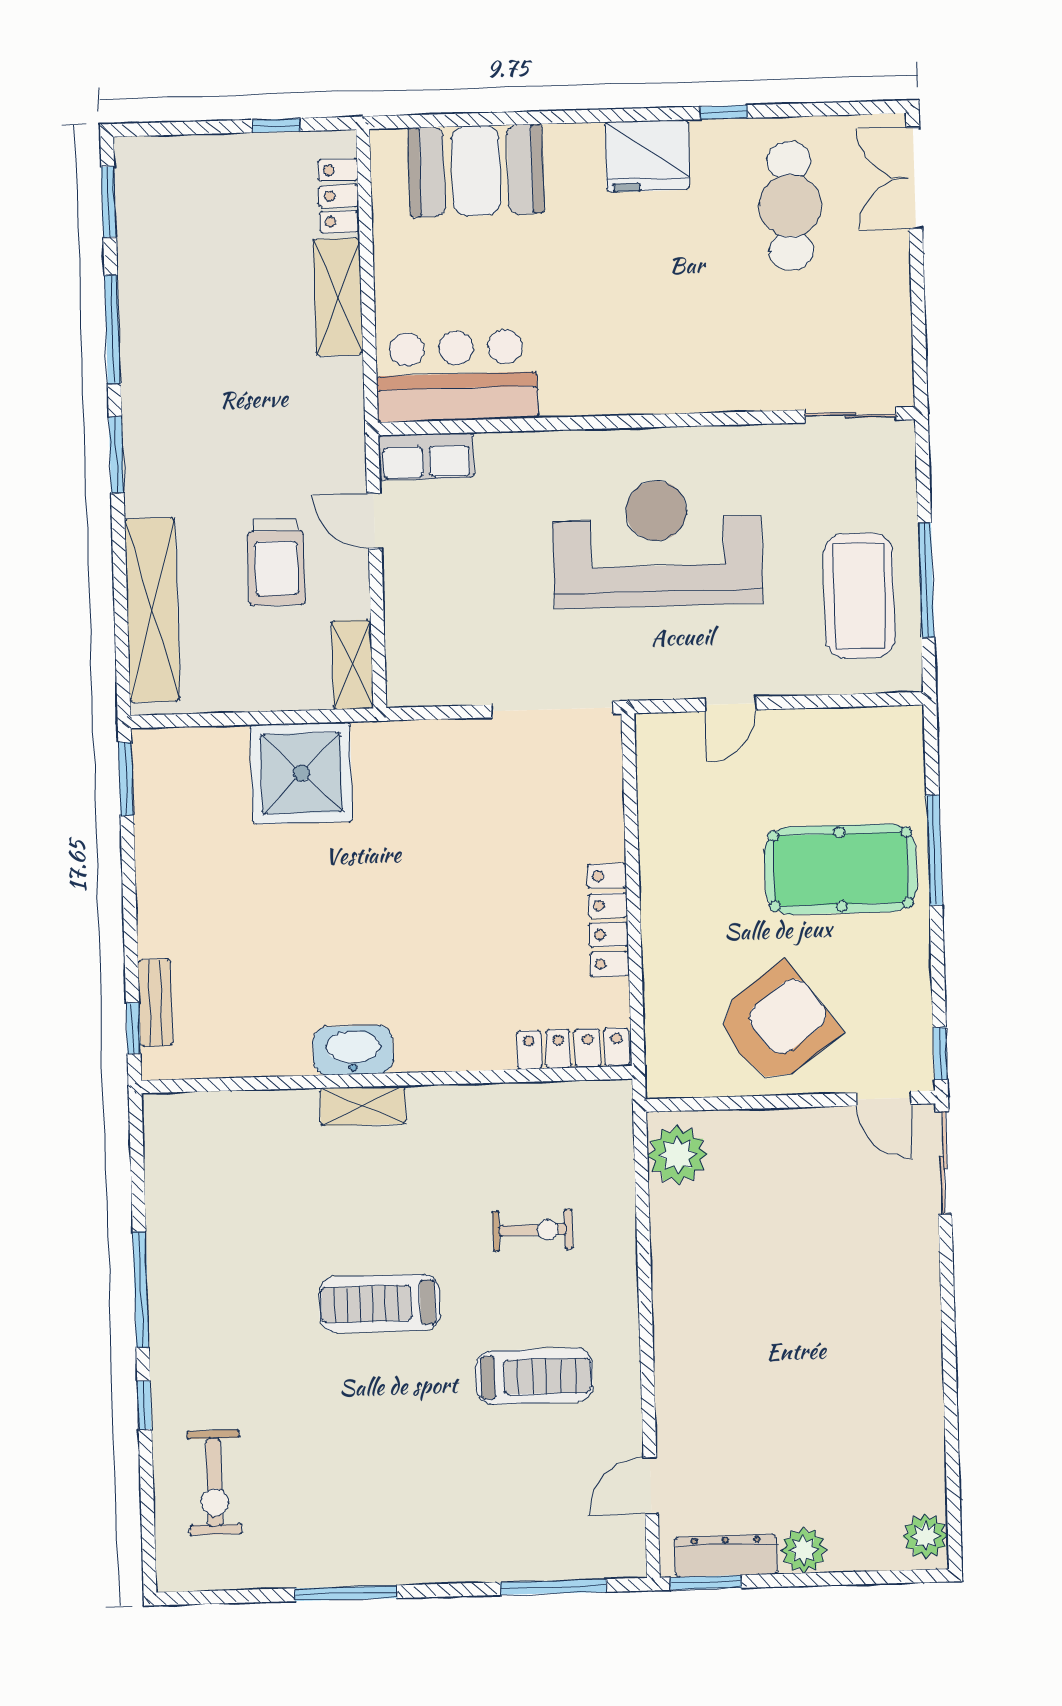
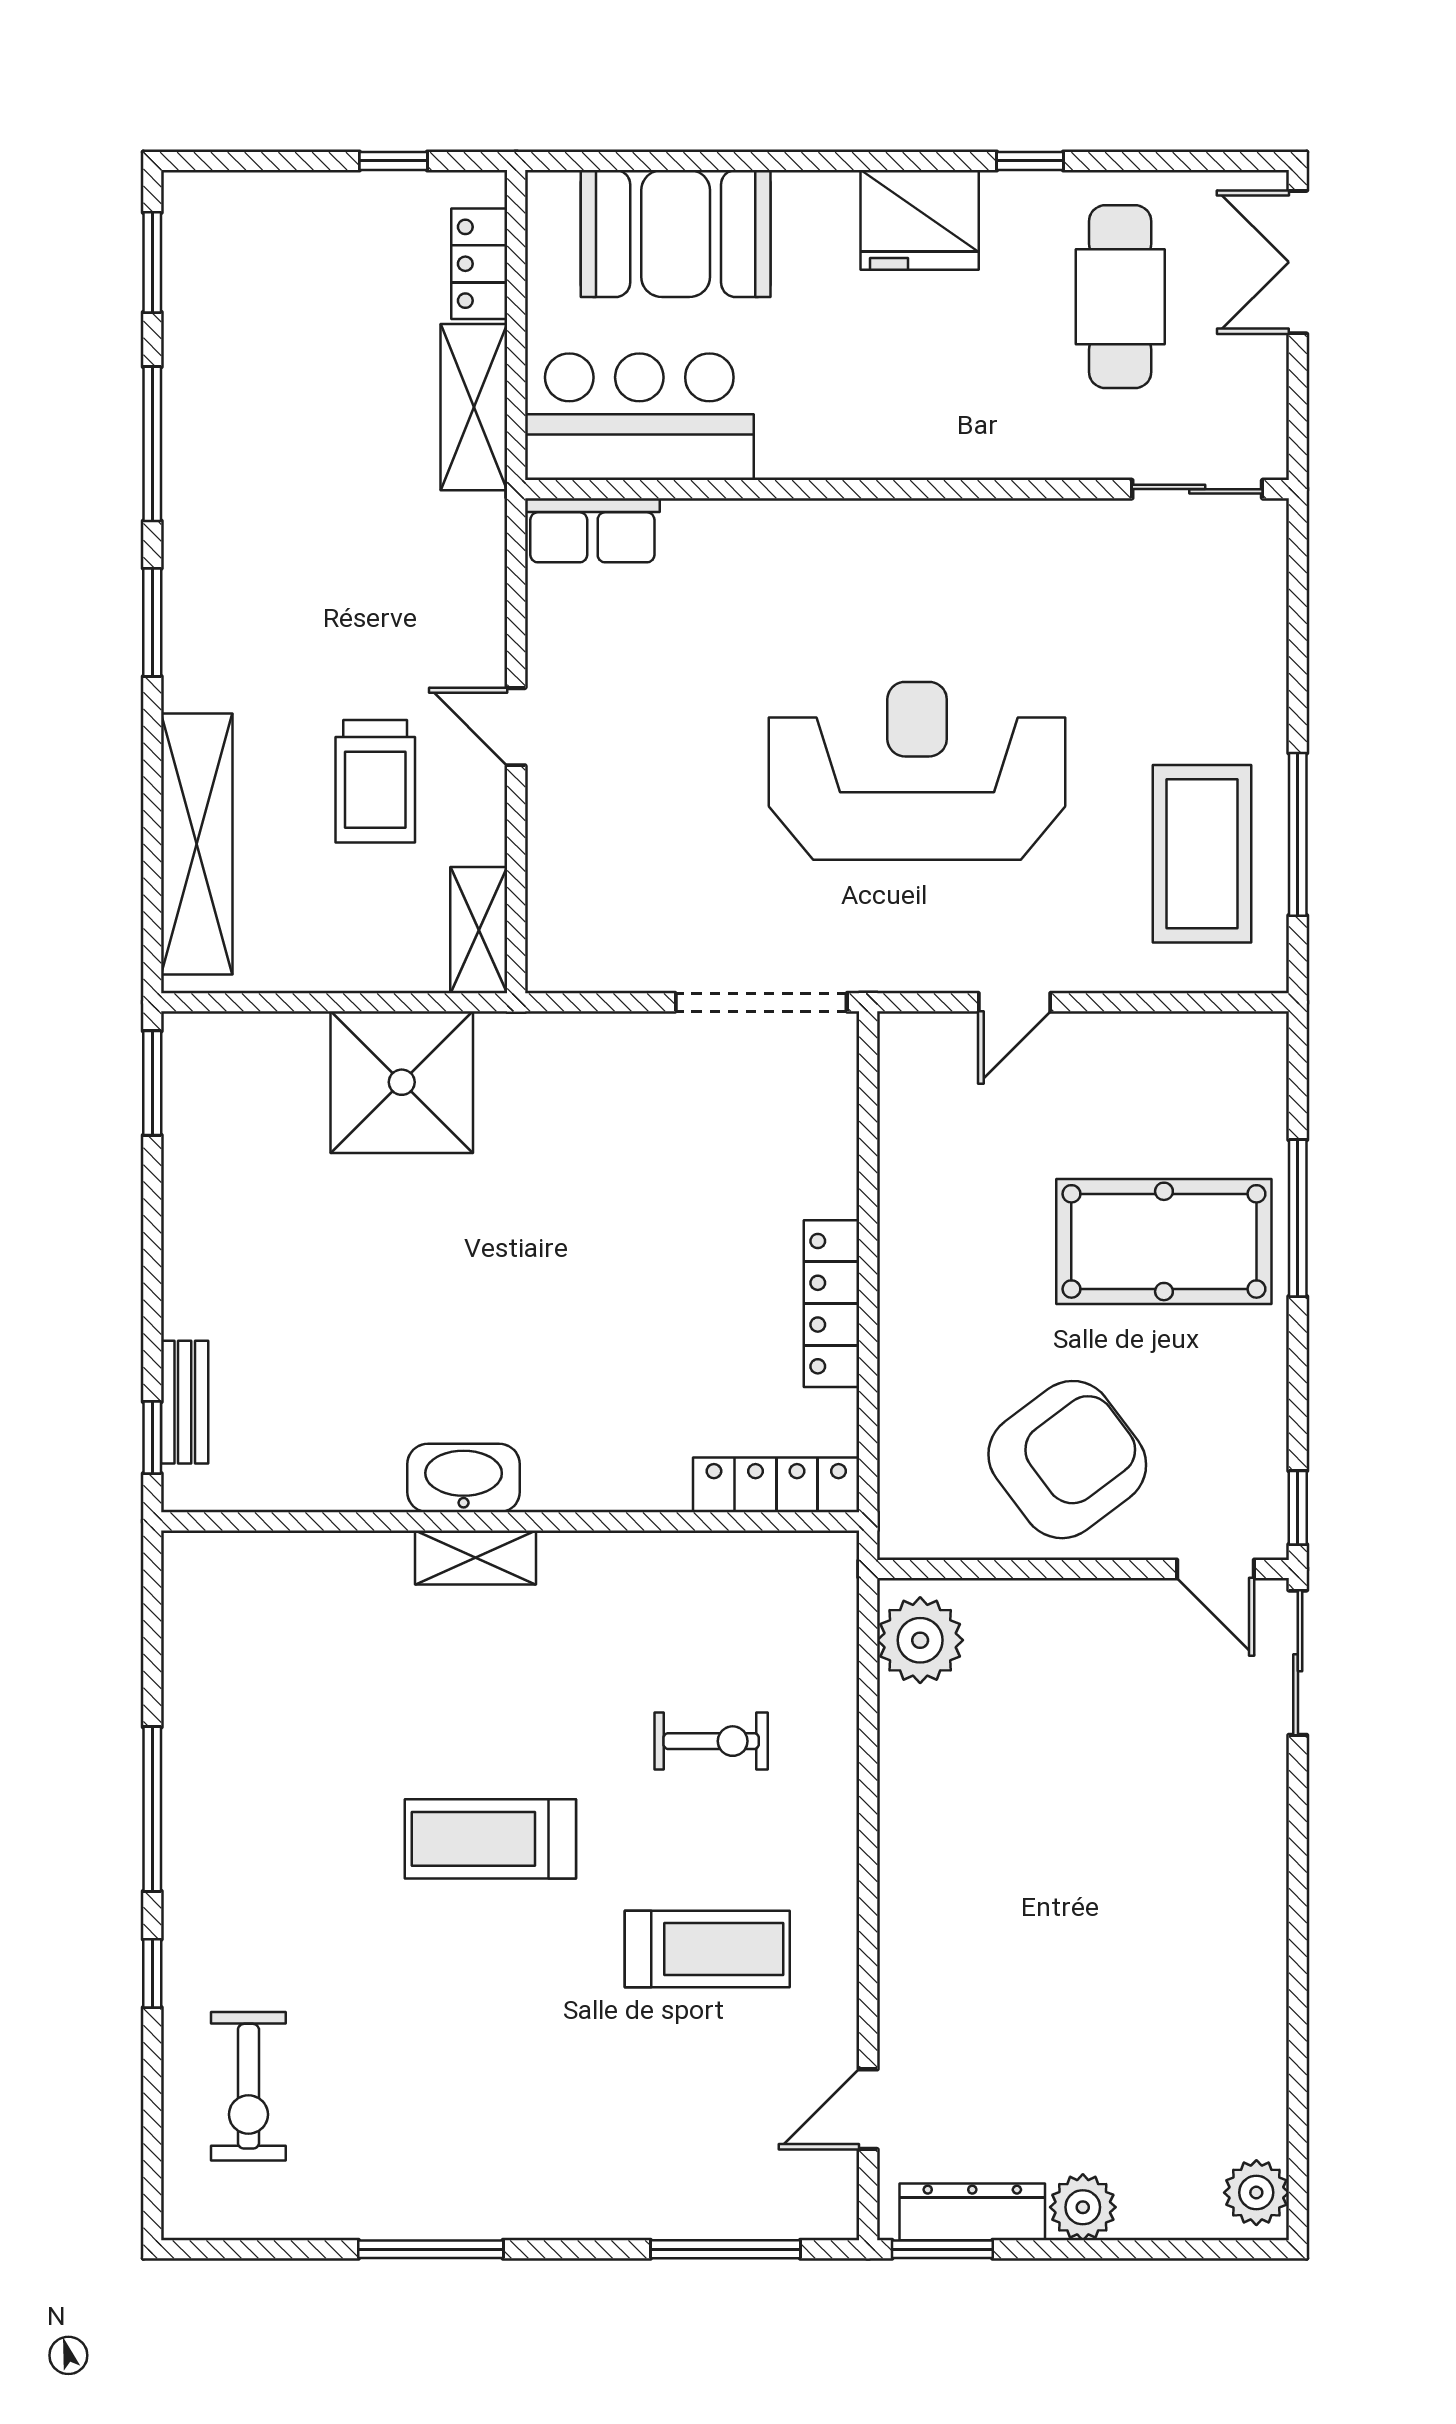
bar counter: (457, 376) -> (639, 417), moved
sliding door: (851, 415) -> (1197, 489), moved
wall: (646, 421) -> (907, 489), moved
row of seats: (426, 457) -> (592, 530), moved

